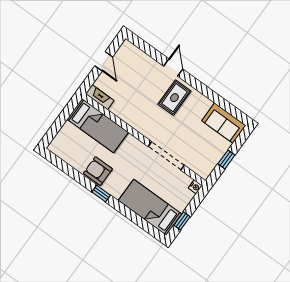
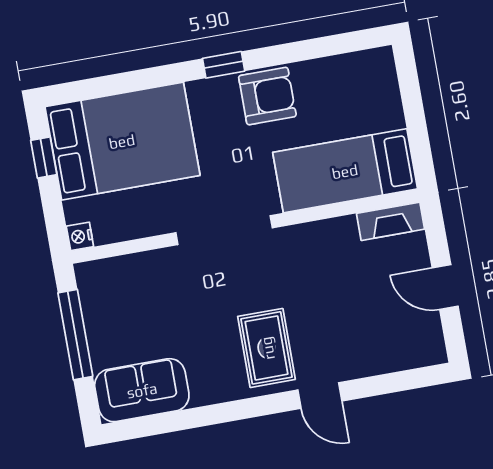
doorway: (166, 156) -> (224, 230), moved
window: (226, 159) -> (75, 335), width x2.17
bed: (150, 207) -> (122, 141), width x1.50

